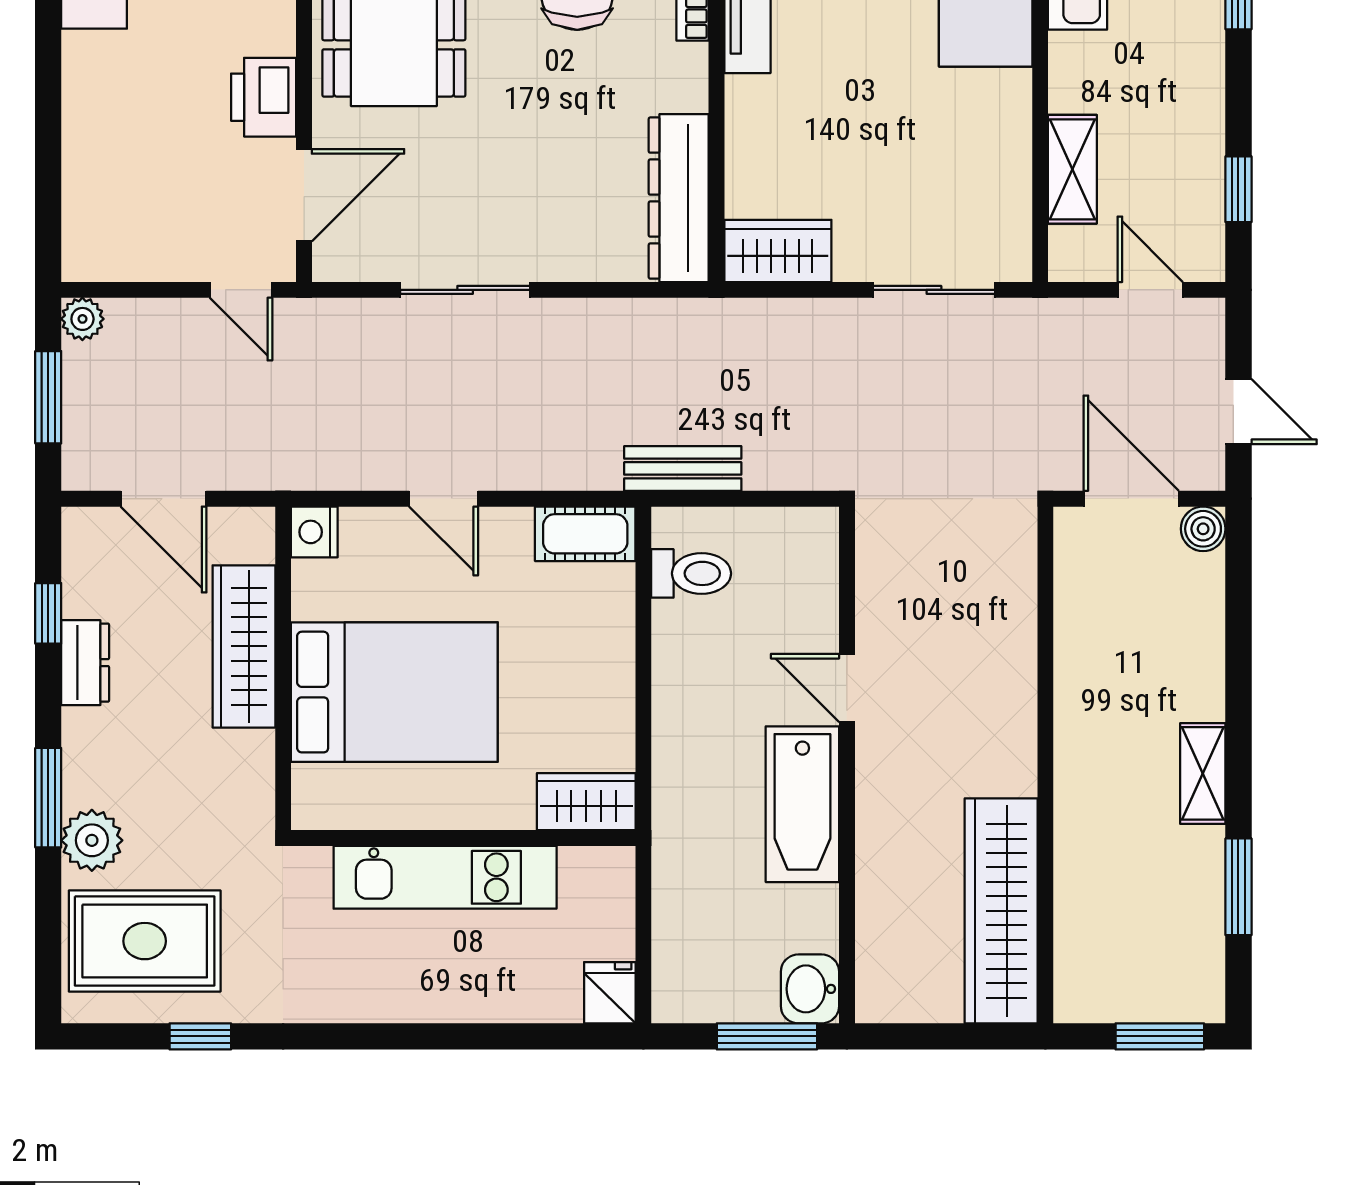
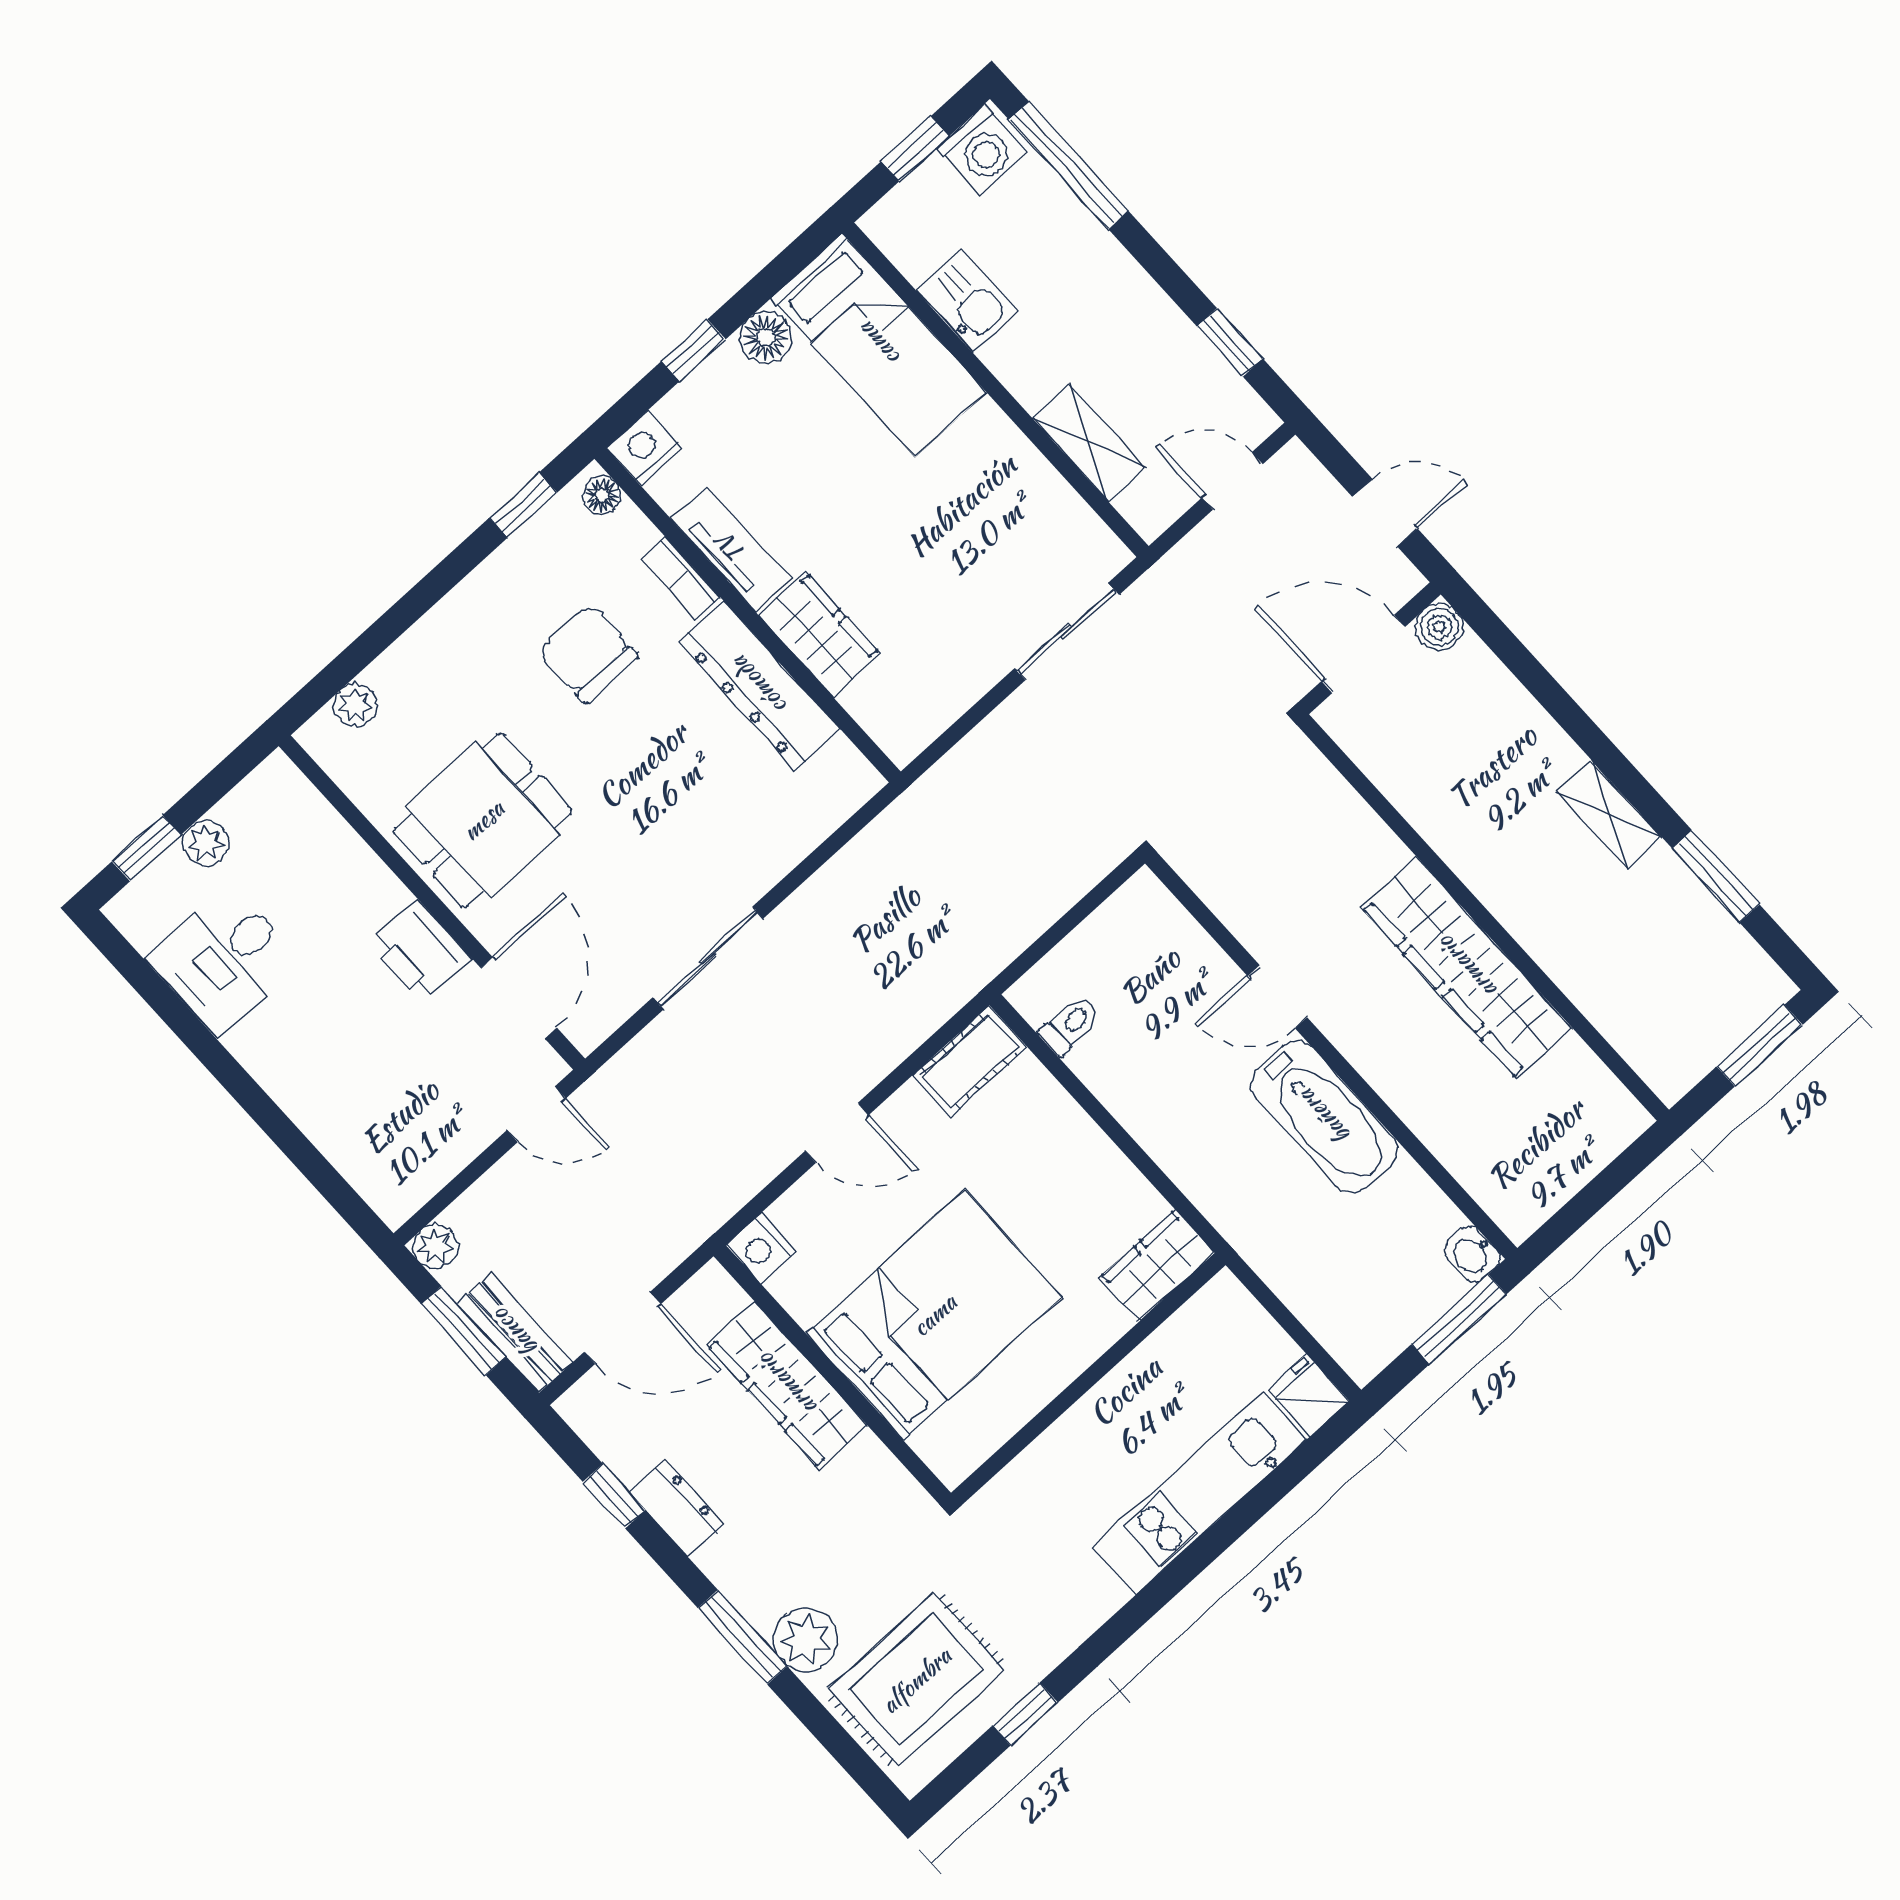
dresser: (679, 198) -> (759, 686), moved
wardrobe: (778, 251) -> (819, 634), moved, turned 90
bench: (683, 468) -> (515, 1333), moved, turned 90
toilet: (691, 573) -> (1070, 1025), width x0.73, depth x0.72
kitchen unit: (445, 877) -> (1199, 1493), moved, turned 180
wardrobe: (1001, 911) -> (1467, 968), moved
washbasin: (810, 989) -> (1472, 1254), width x0.72, depth x0.69

